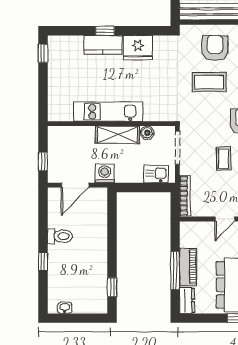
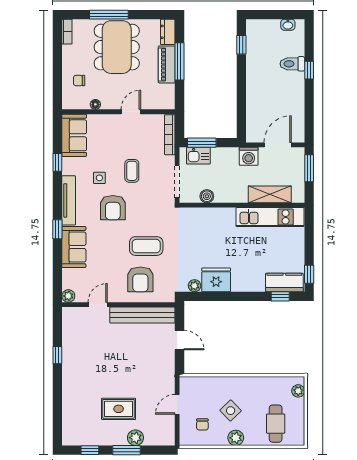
window: (105, 31) -> (280, 296), moved
plant: (160, 42) -> (195, 286), added
kitchen counter: (103, 45) -> (284, 283), moved
kitchen unit: (108, 112) -> (270, 217), moved
shelving: (117, 135) -> (270, 194), moved
window: (43, 161) -> (309, 168), width x1.50
window: (152, 187) -> (202, 143), added
toilet: (60, 236) -> (292, 64), moved

